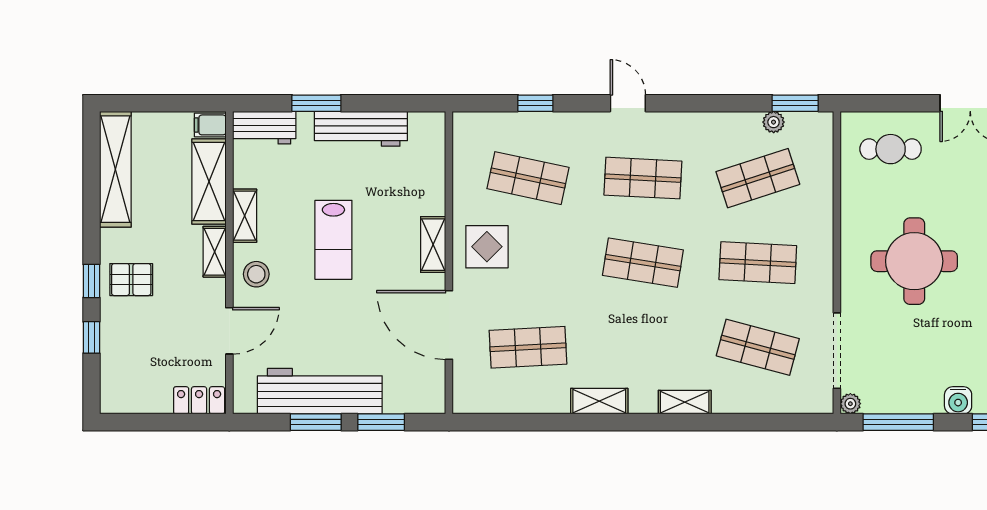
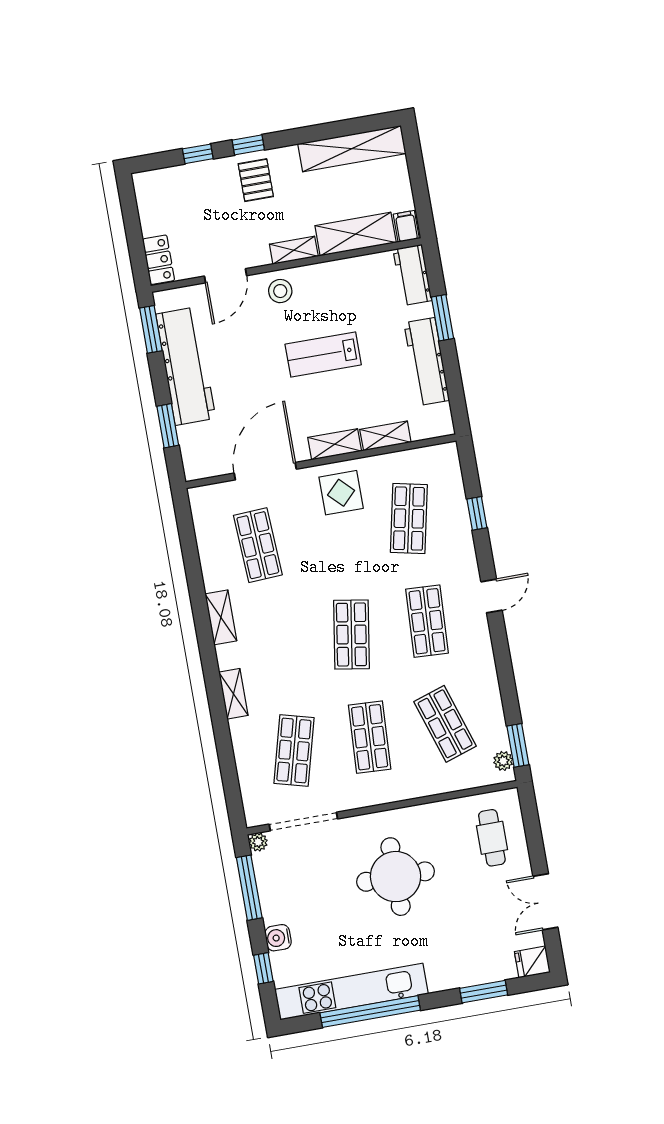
plant: (774, 122) -> (503, 761), moved
shelving: (245, 216) -> (385, 436), moved
door: (229, 331) -> (225, 276), hinge flipped
window: (316, 422) -> (151, 329), moved

